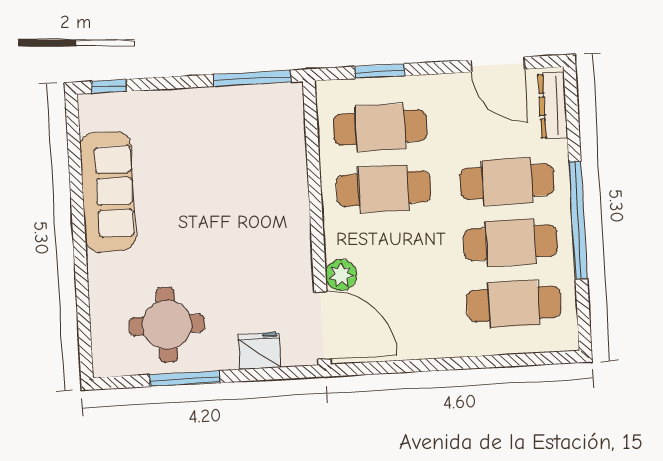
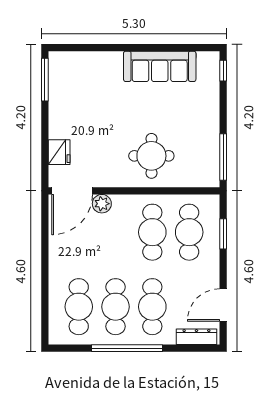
round table: (167, 325) -> (151, 156), moved
window: (185, 379) -> (45, 80), moved

